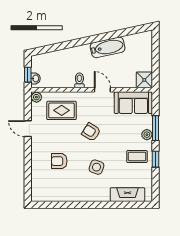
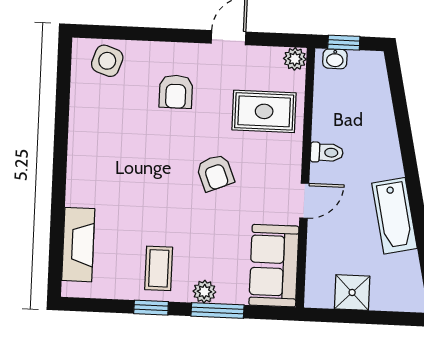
shower: (144, 80) -> (352, 292), moved
rug: (62, 110) -> (264, 111), turned 90
armchair: (91, 132) -> (215, 173), turned 126
armchair: (59, 161) -> (176, 92), moved, turned 180
side table: (96, 167) -> (107, 61), moved

